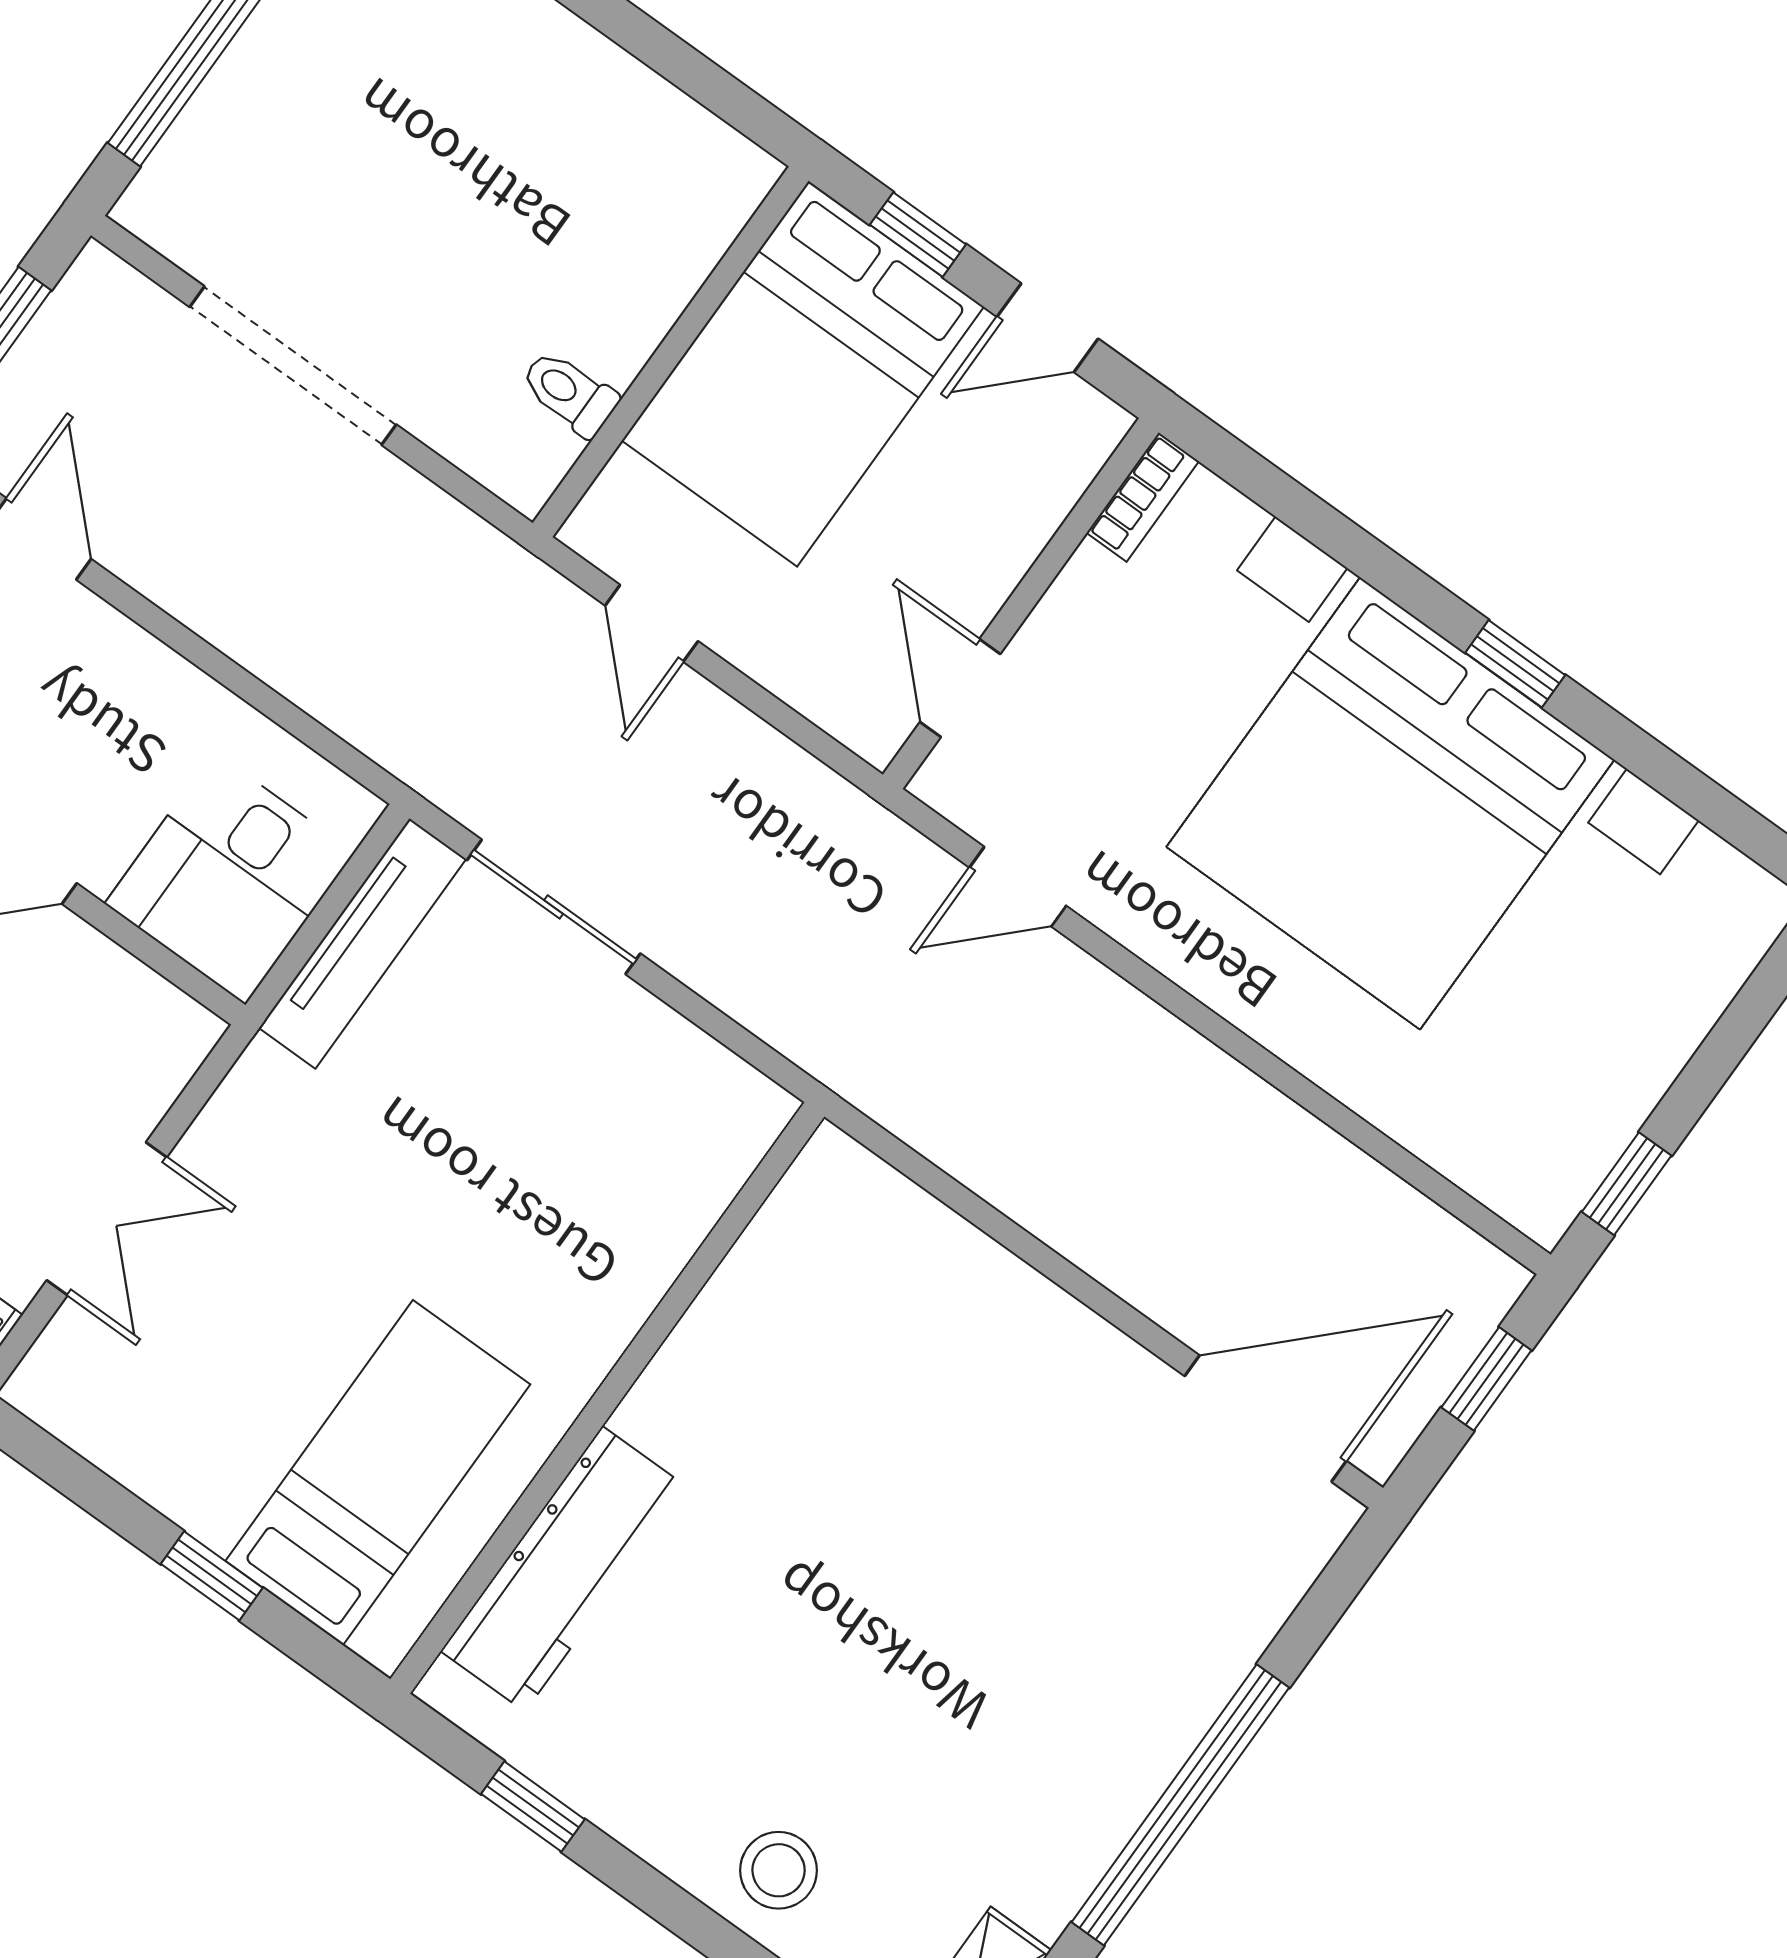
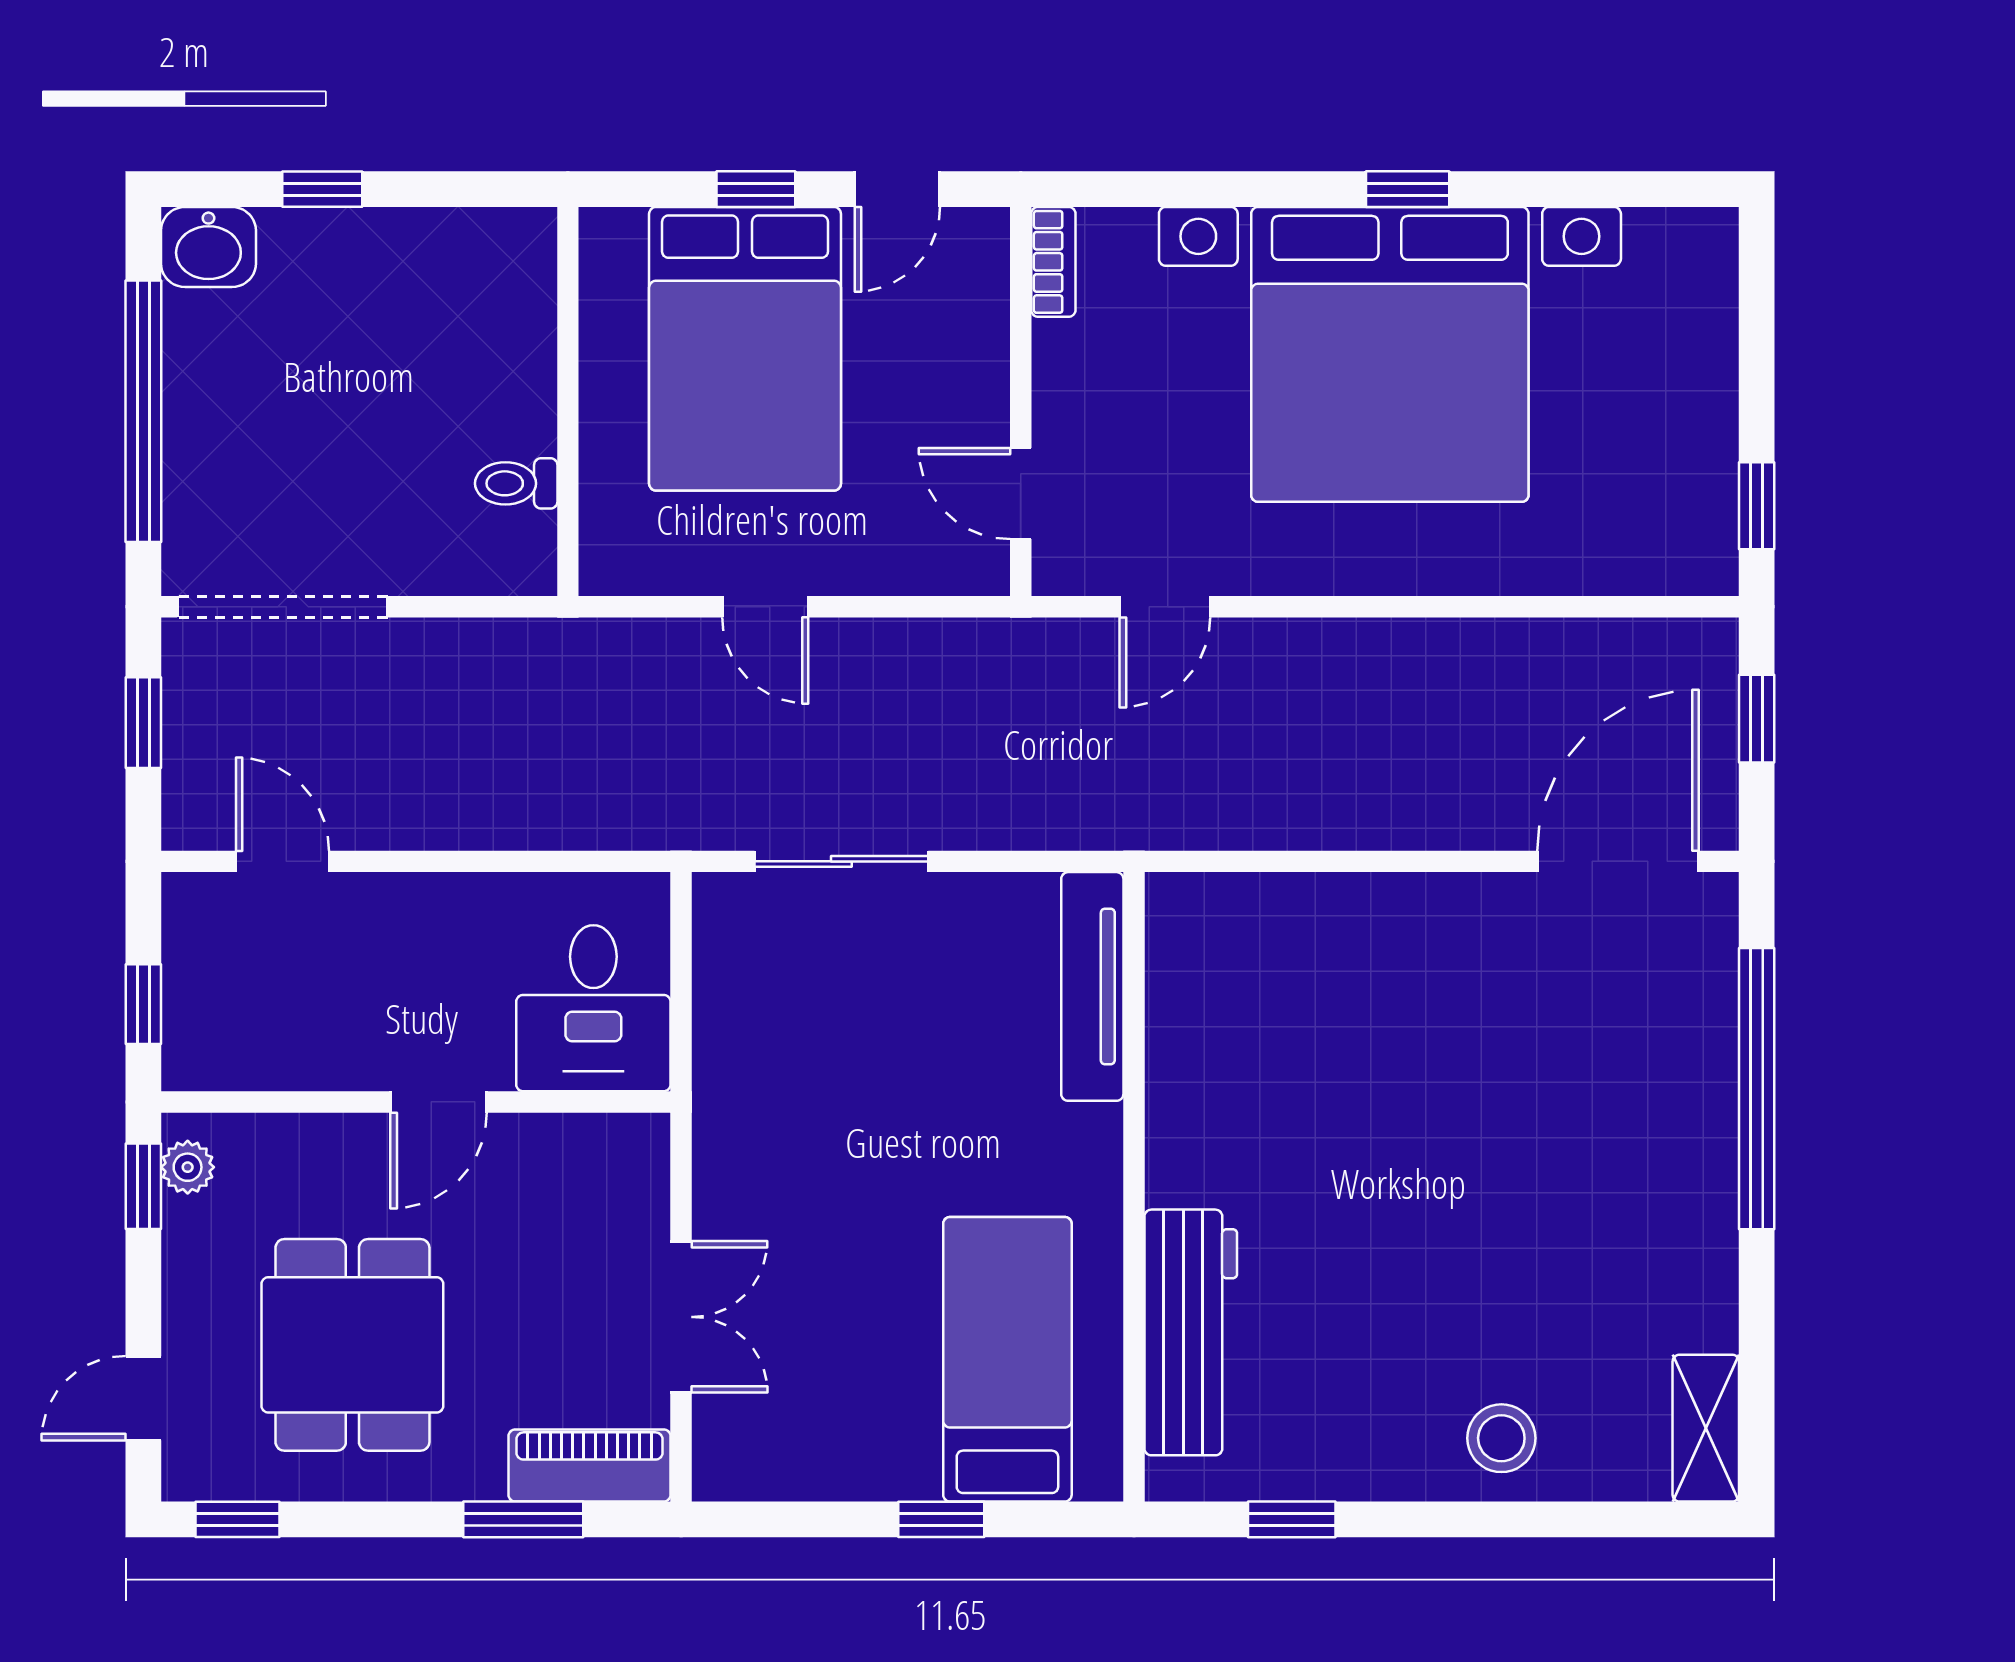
wall: (671, 352) -> (568, 401), moved
doorway: (293, 366) -> (282, 607), moved
toilet: (569, 393) -> (516, 483), moved
tv unit: (362, 943) -> (1092, 986), moved, turned 180
window: (1180, 1805) -> (1757, 1089), moved

